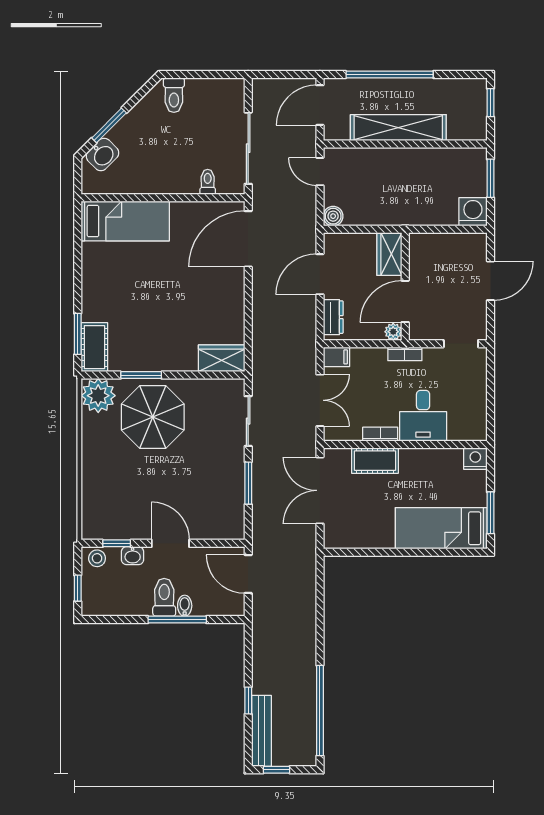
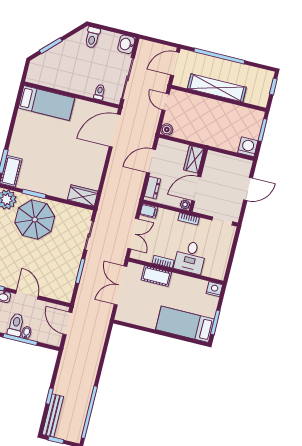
washbasin: (102, 154) -> (126, 44), moved, turned 135

